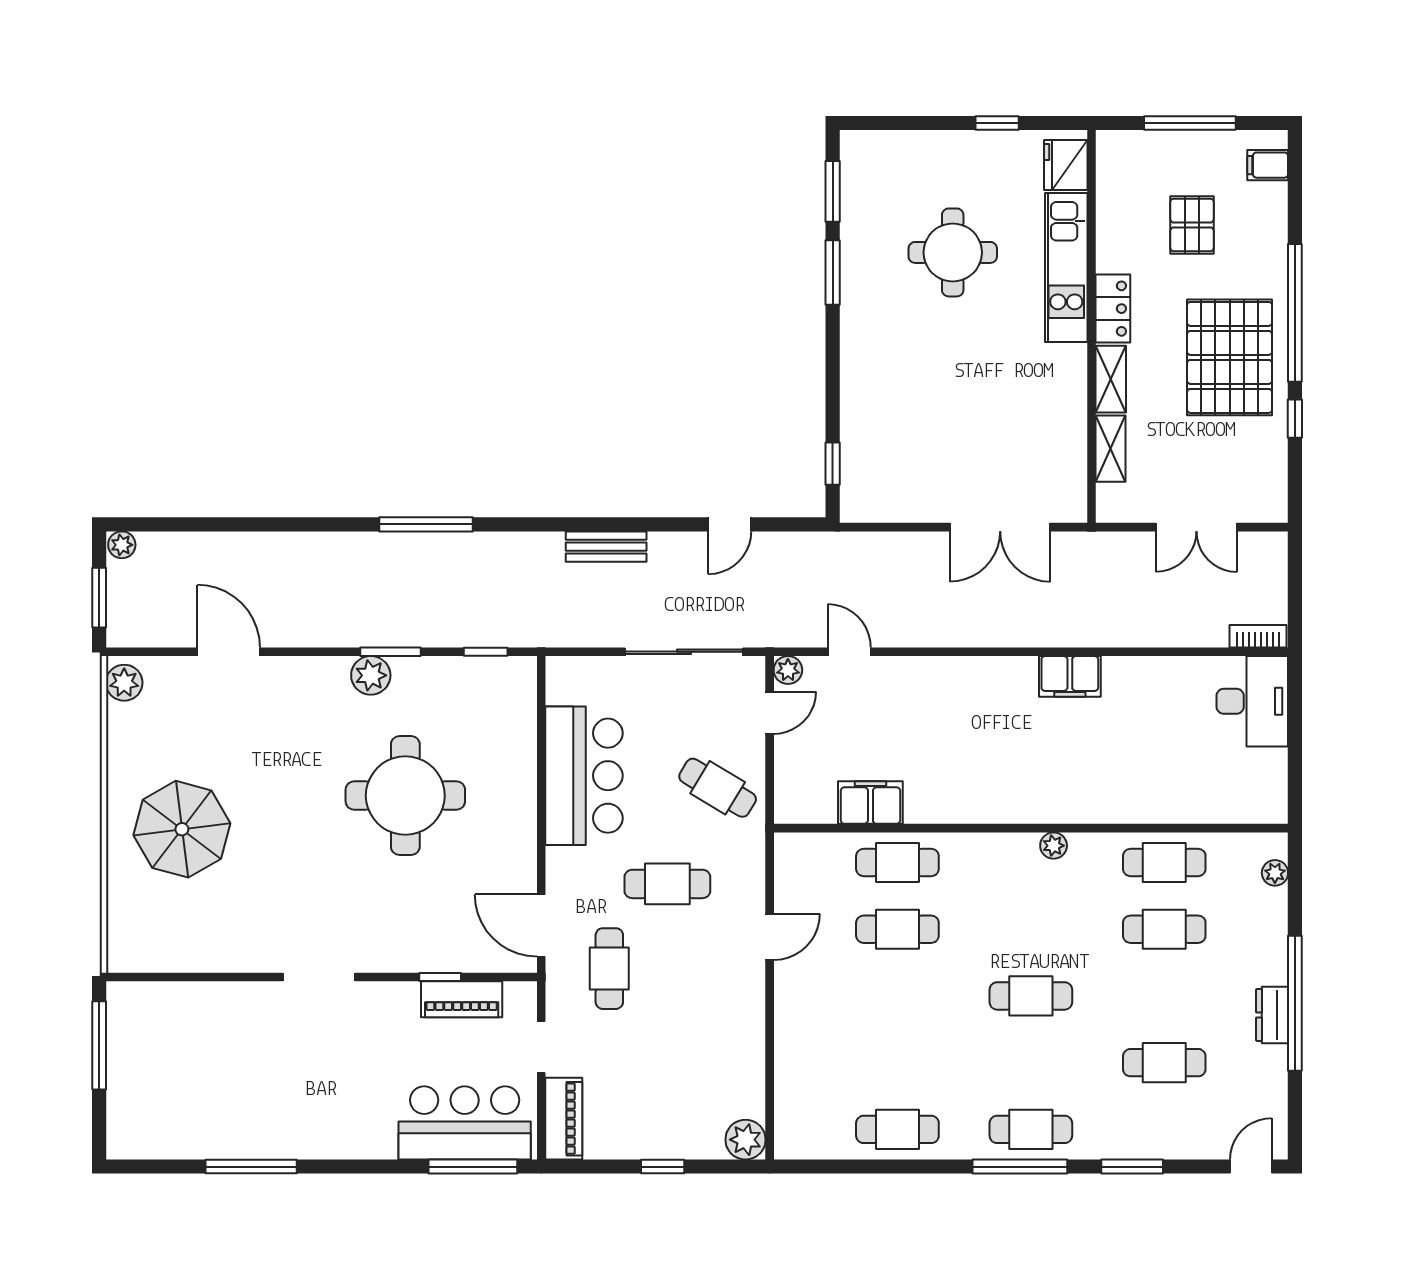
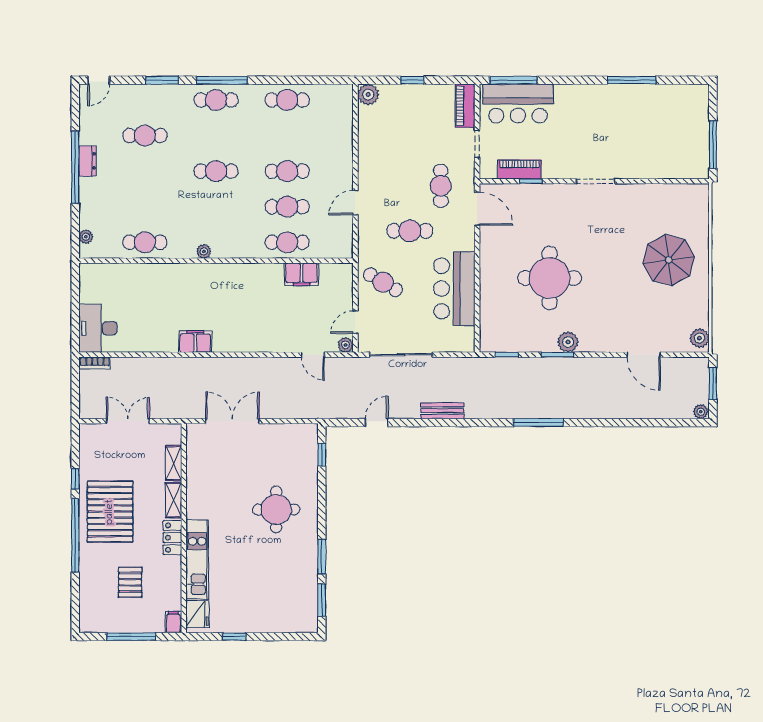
filing cabinet: (1268, 165) -> (173, 622), moved, turned -90
round table: (953, 252) -> (276, 509), moved
cafe table: (1164, 929) -> (287, 171), moved

